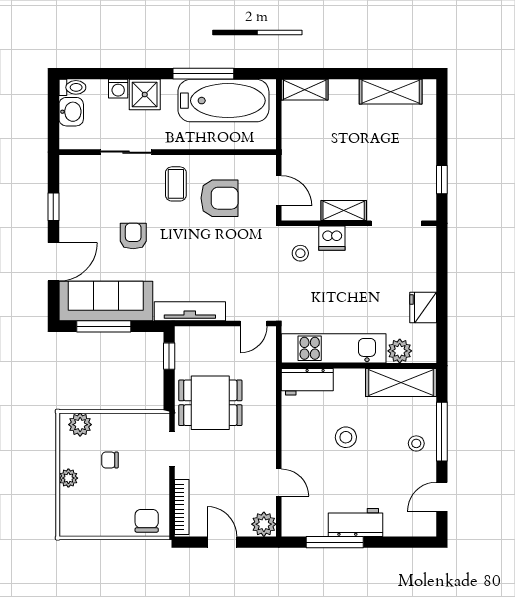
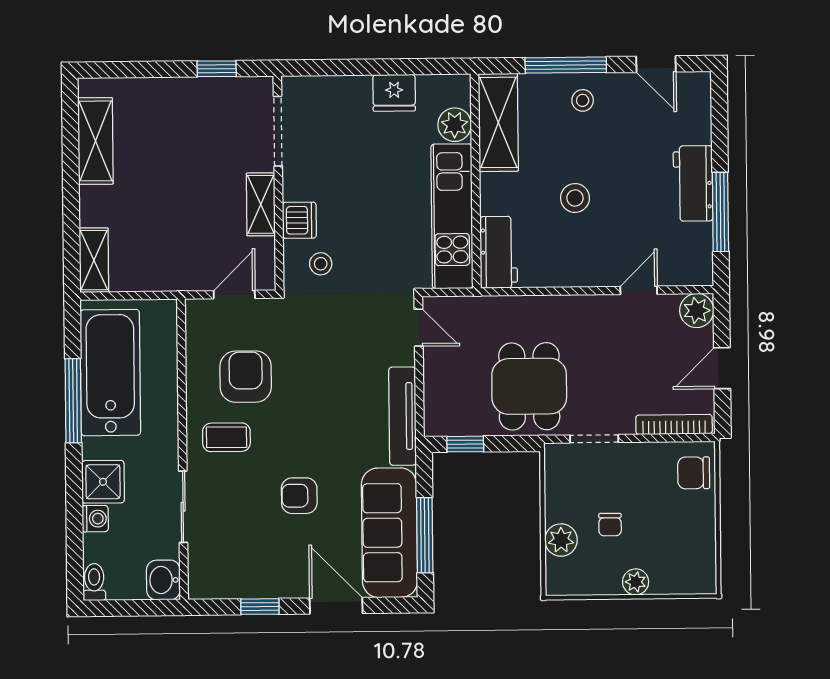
washbasin: (71, 112) -> (163, 580), moved, turned -90
plant: (80, 425) -> (561, 540), moved

